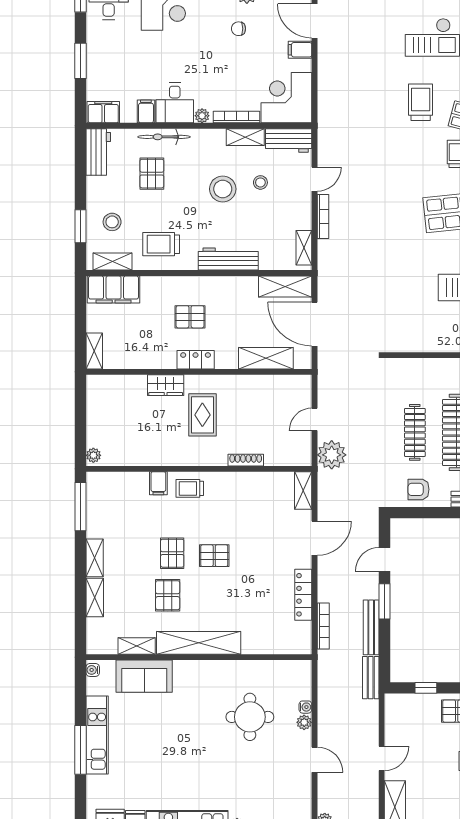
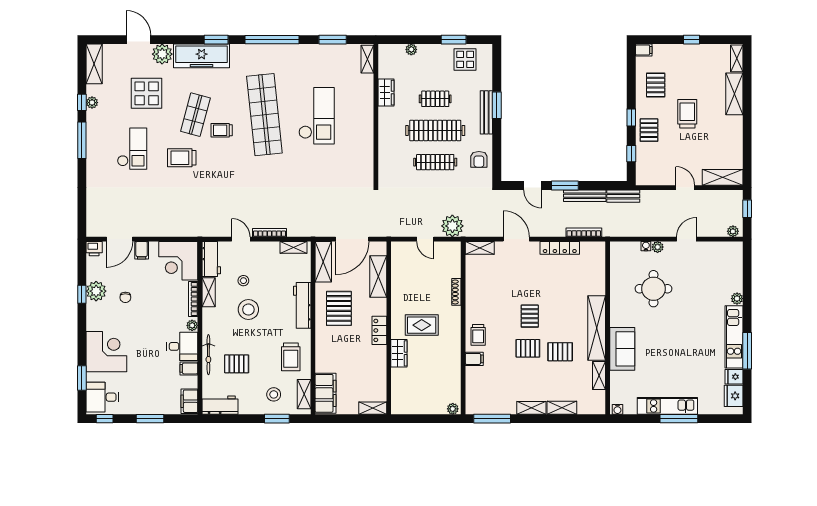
pallet: (190, 317) -> (339, 308), moved, width x1.50, depth x1.42
sofa: (144, 676) -> (622, 349), moved

